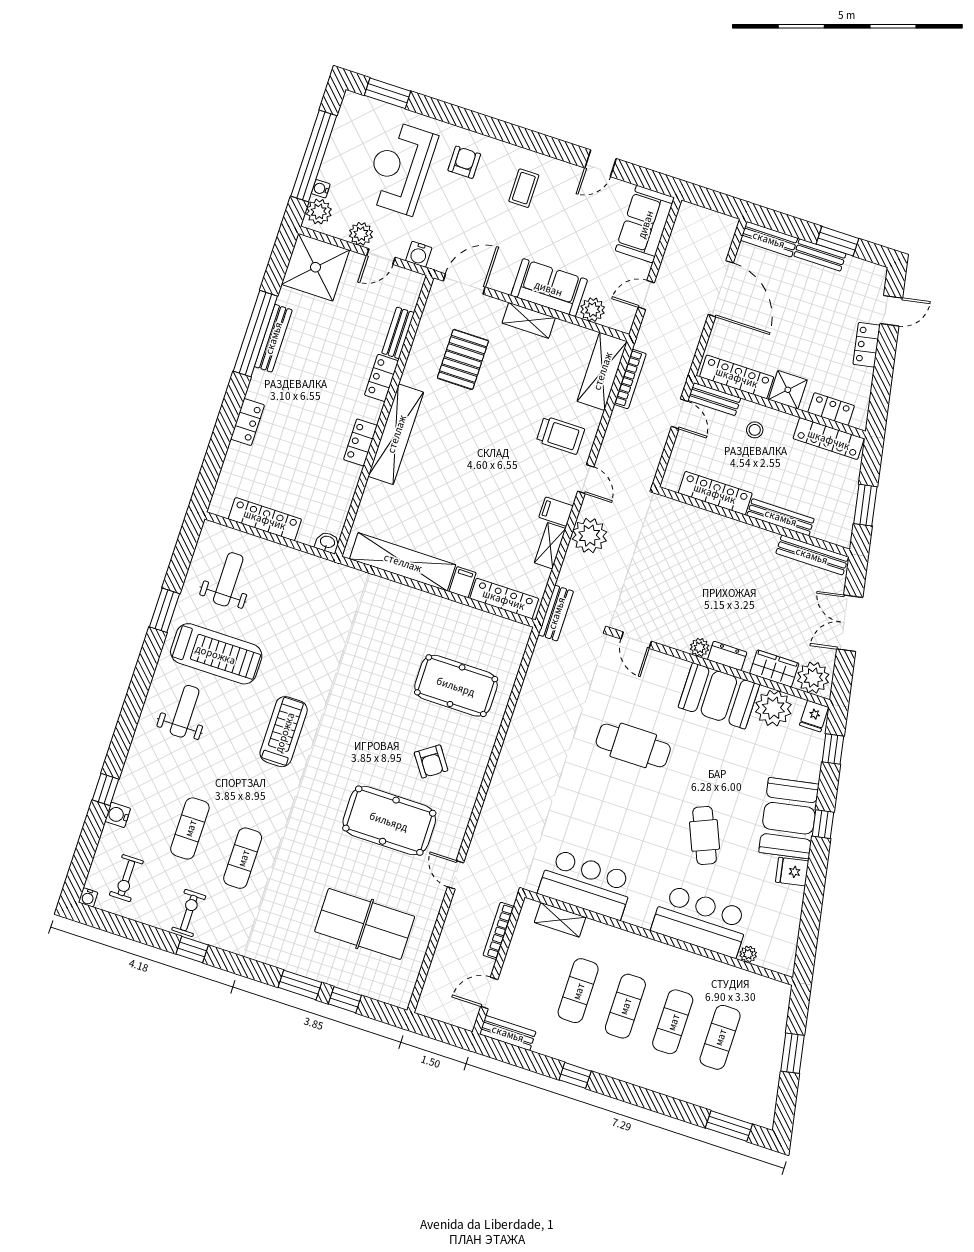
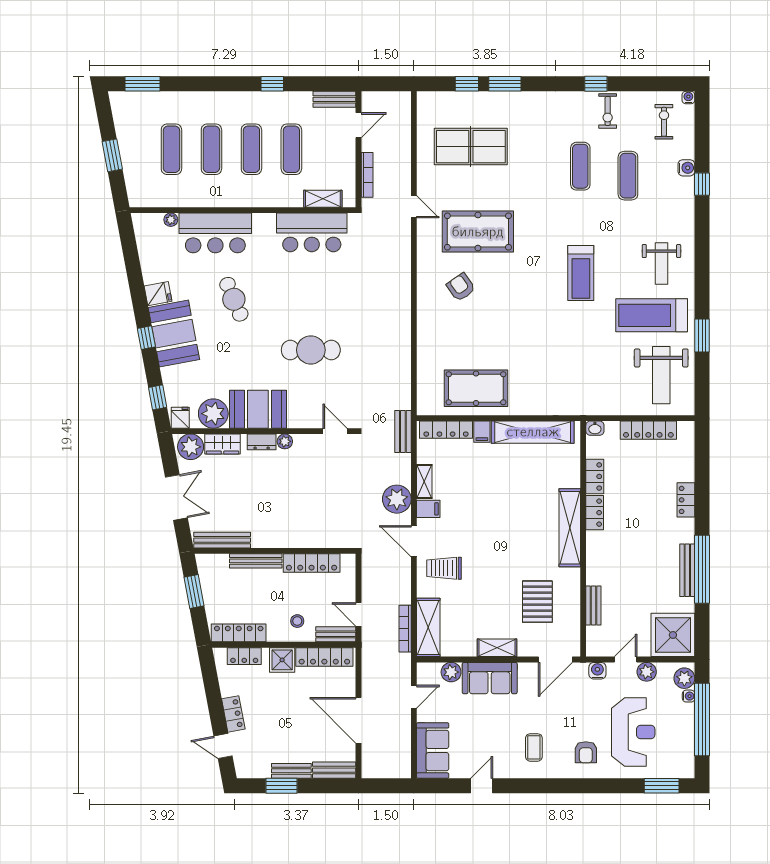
door: (891, 311) -> (223, 746), hinge flipped
locker: (382, 378) -> (595, 476), moved
door: (586, 479) -> (414, 541), width x1.38
weight bench: (228, 579) -> (661, 375), width x1.36, depth x1.33
pool table: (456, 686) -> (476, 388), moved

